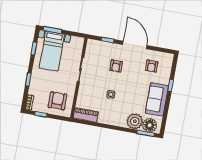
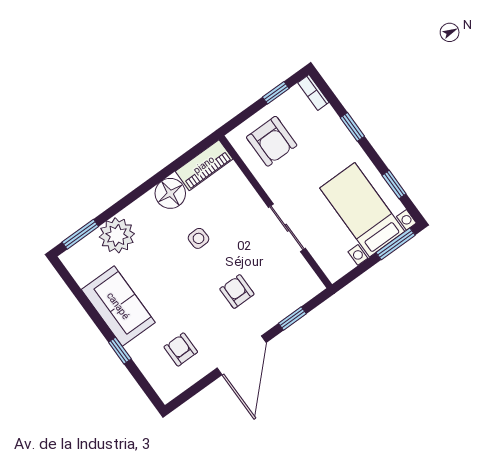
door: (135, 45) -> (242, 355), hinge flipped
floor lamp: (150, 125) -> (170, 193), moved

